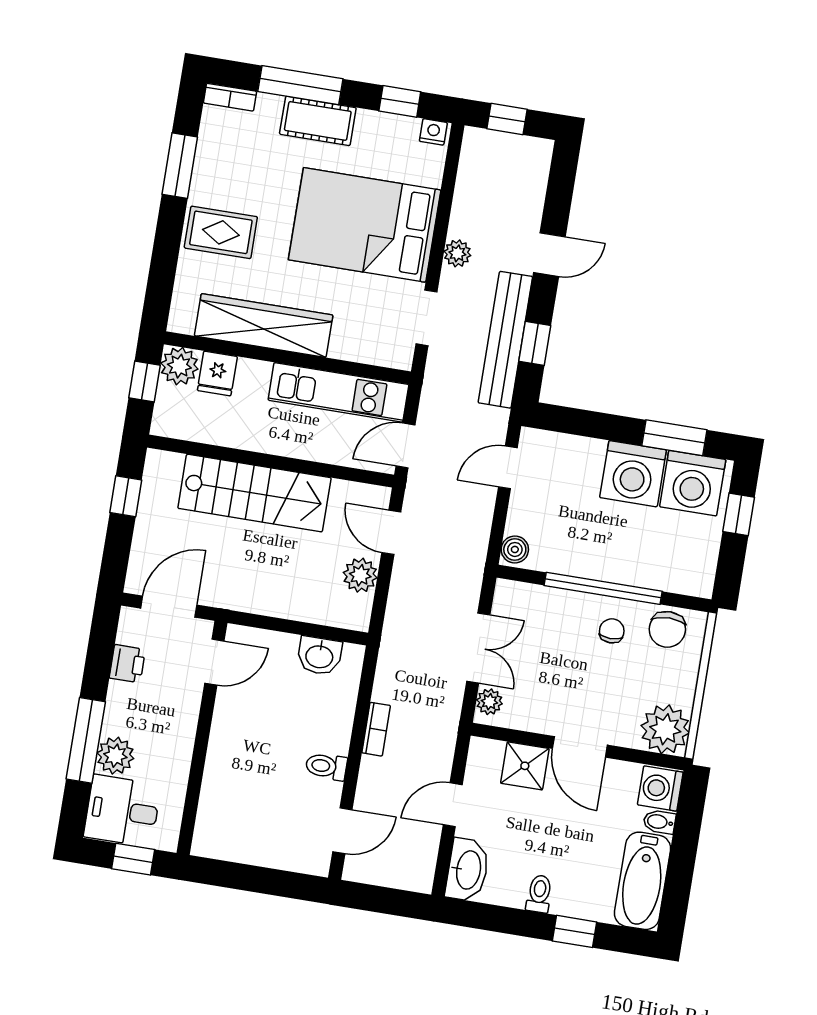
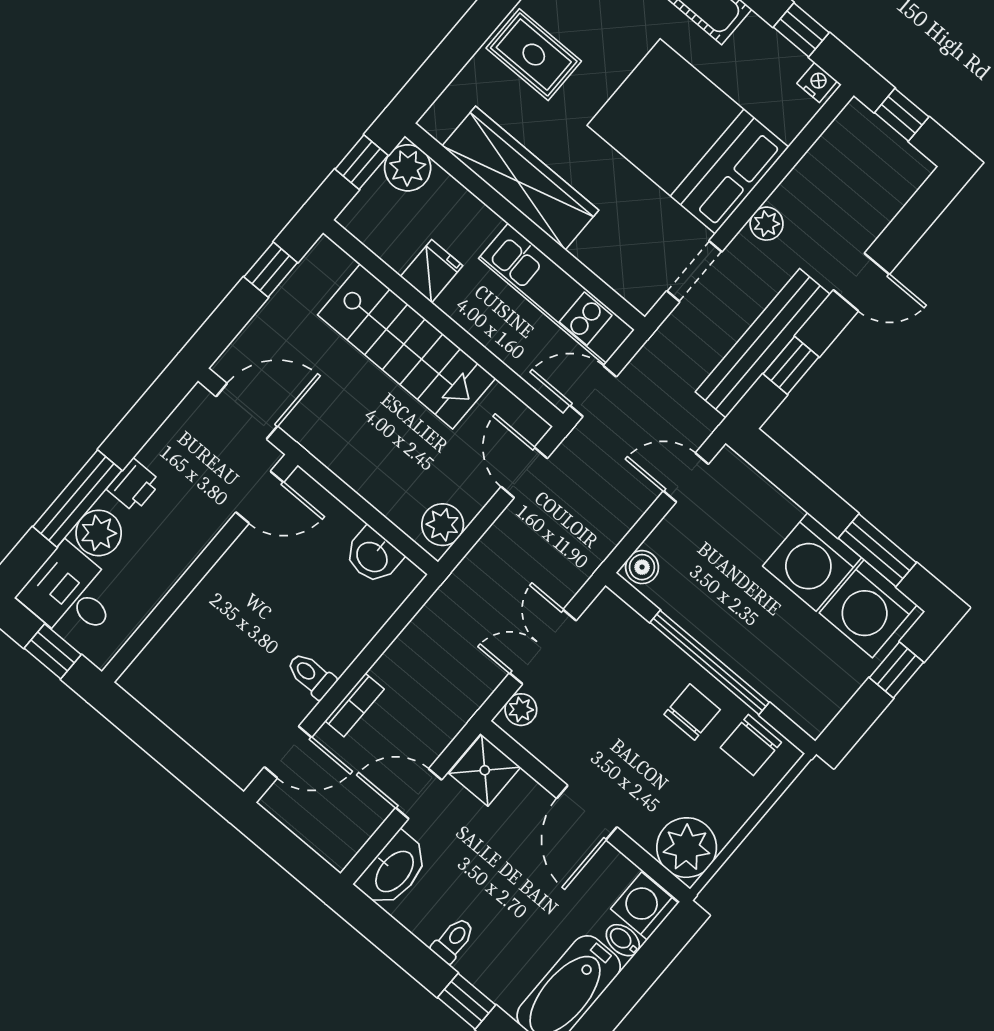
fridge: (217, 373) -> (432, 271), moved, turned 180
plant: (360, 575) -> (443, 525), moved
chair: (612, 631) -> (692, 712), width x1.37, depth x1.37
double door: (478, 648) -> (543, 647), swing flipped
printer: (127, 664) -> (134, 485), moved
bookcase: (376, 729) -> (355, 705), moved
shower: (525, 766) -> (485, 770), moved

